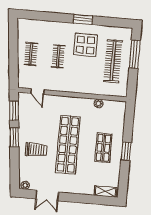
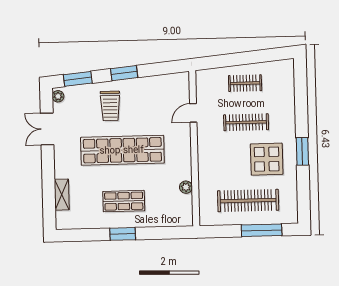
clothes rail: (58, 56) -> (246, 122), width x1.36
door: (37, 92) -> (193, 113), moved
window: (14, 111) -> (78, 79), moved
shelving: (105, 191) -> (62, 195), moved

